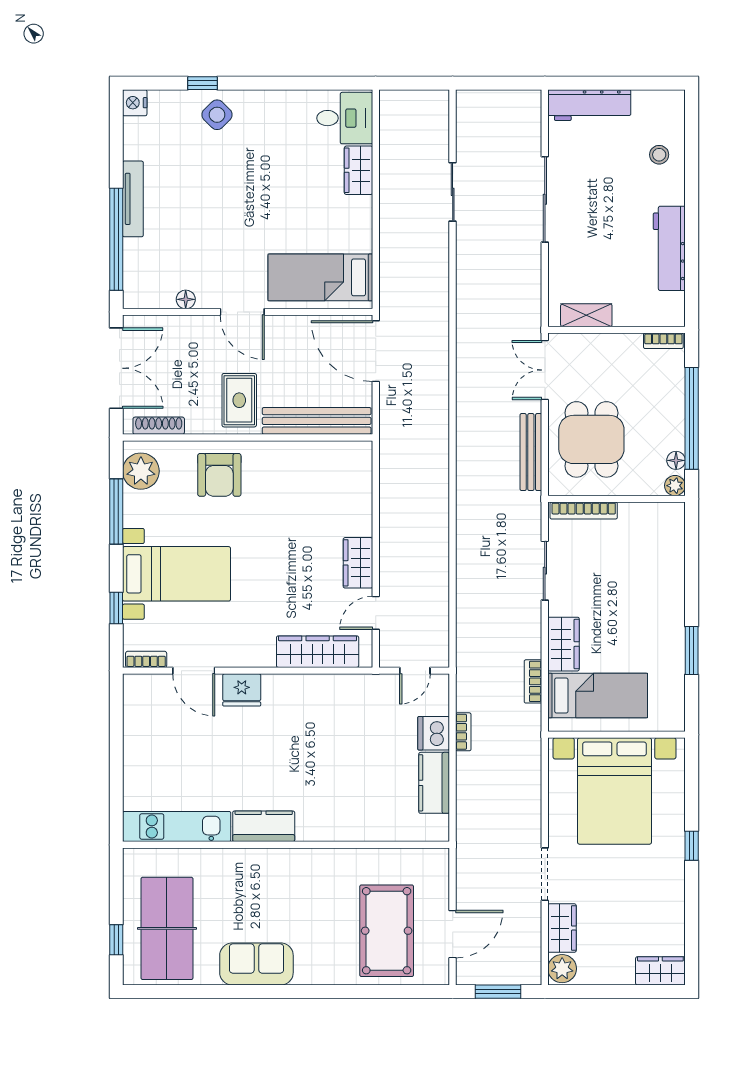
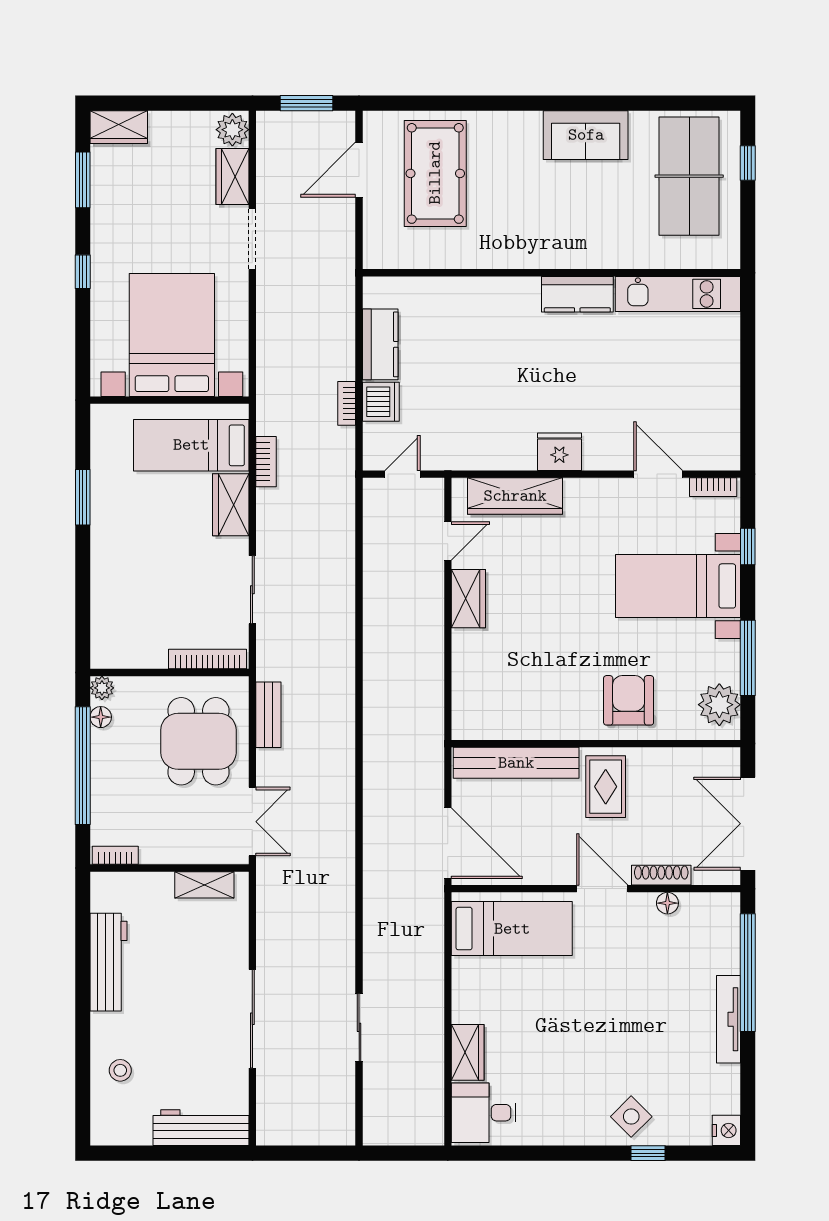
shoe rack: (159, 426) -> (661, 875), moved, turned 180
bench: (531, 452) -> (268, 715), width x0.73
fridge: (242, 690) -> (559, 452), moved
window: (692, 925) -> (83, 180), added

